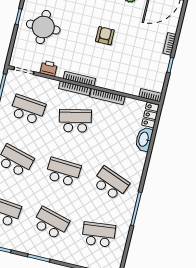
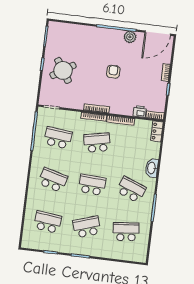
round table: (43, 27) -> (63, 70), turned -33
printer: (49, 68) -> (140, 111), moved
washbasin: (144, 139) -> (152, 168), moved
school desk: (51, 223) -> (87, 227), turned -33

